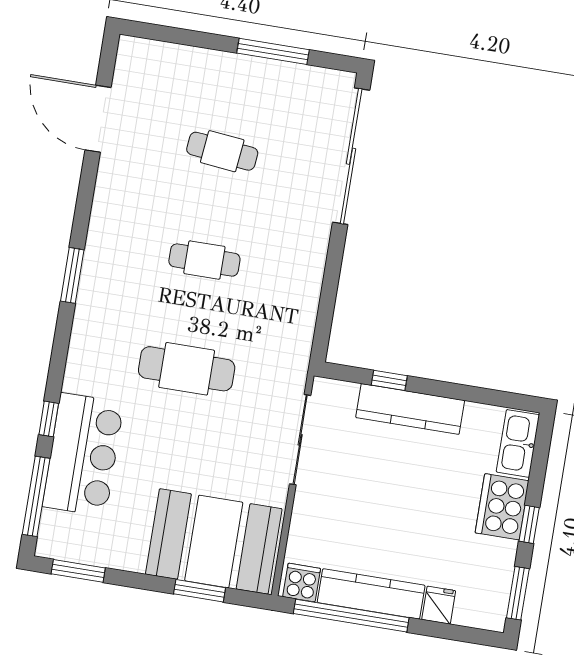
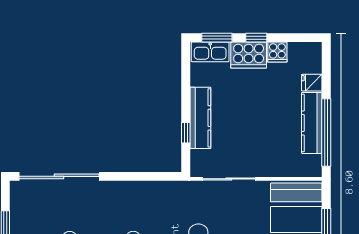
cooker: (302, 583) -> (277, 52), moved, turned -90
window: (518, 593) -> (217, 38), moved

